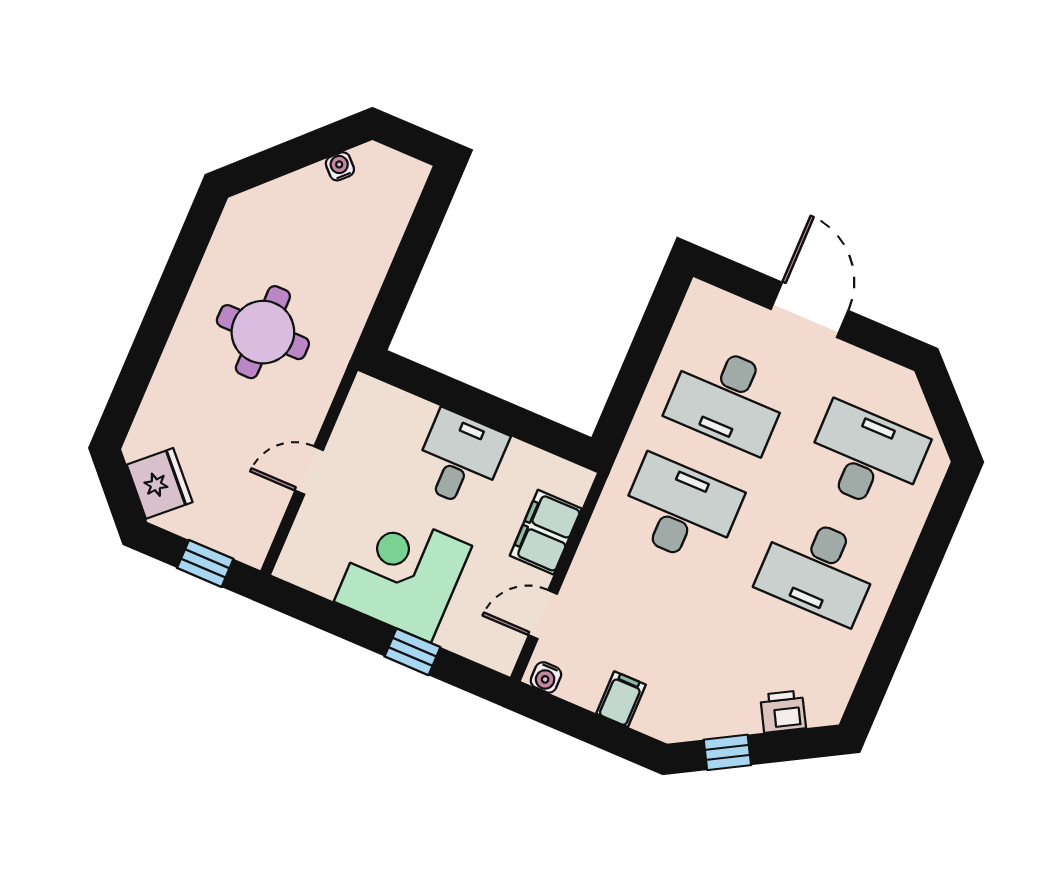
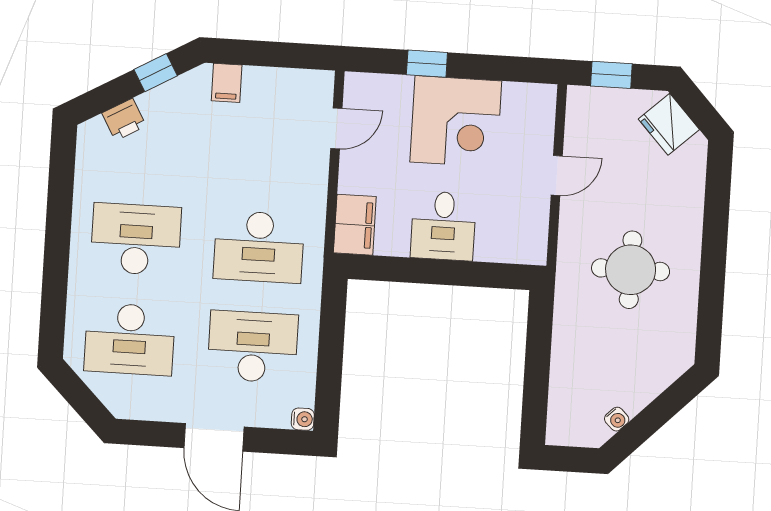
filing cabinet: (546, 532) -> (355, 225), moved
water cooler: (546, 677) -> (303, 419), moved, turned 90
filing cabinet: (621, 699) -> (227, 83), moved

